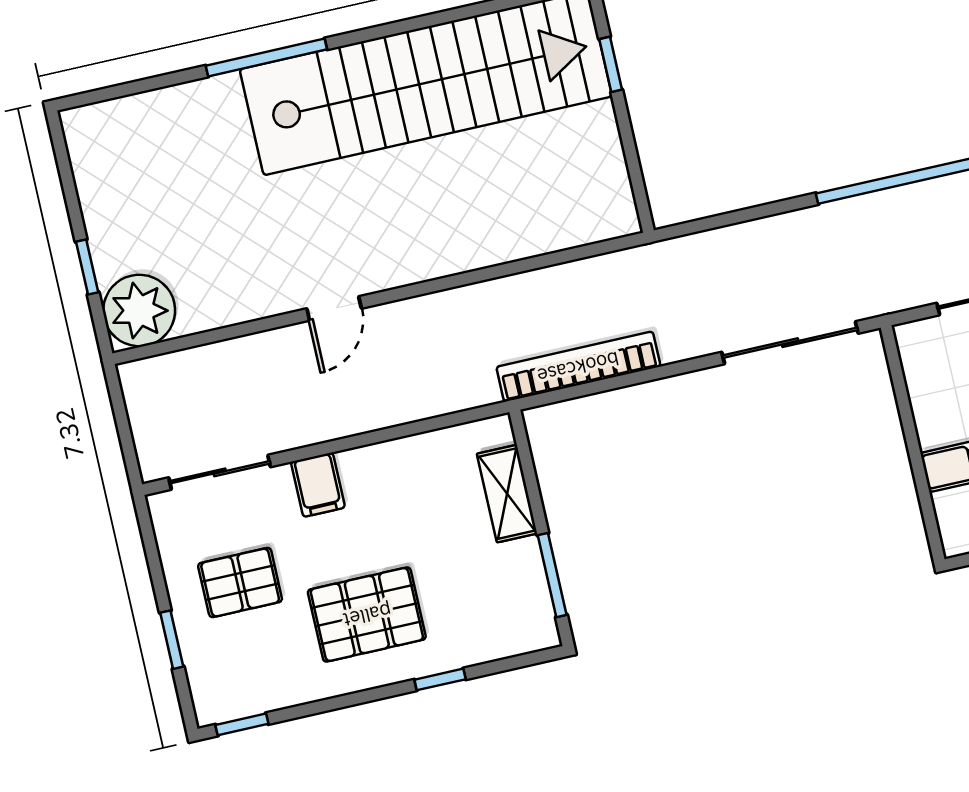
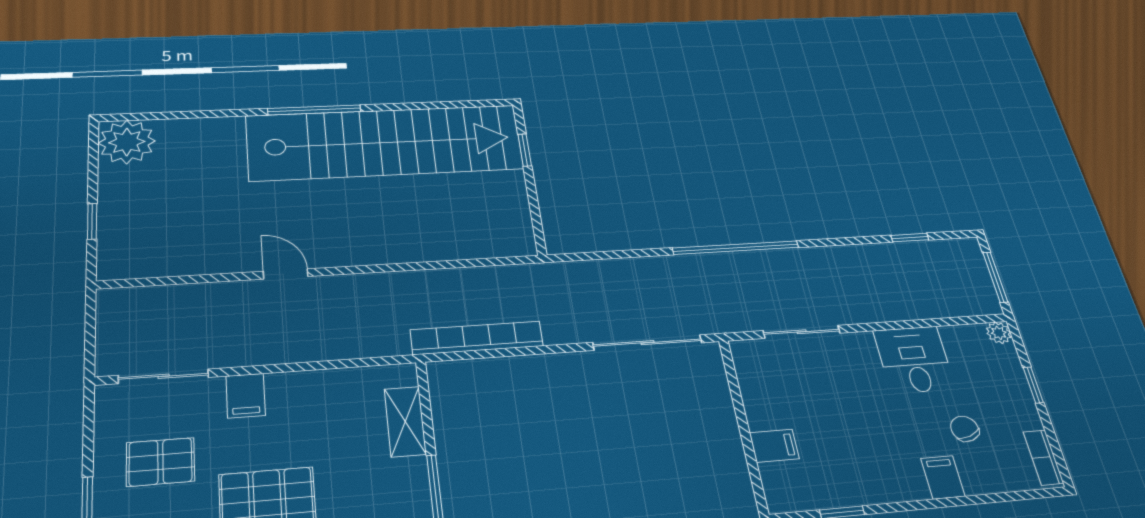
window: (266, 57) -> (314, 110), moved
door: (334, 309) -> (286, 274), swing flipped
plant: (139, 310) -> (127, 142), moved

